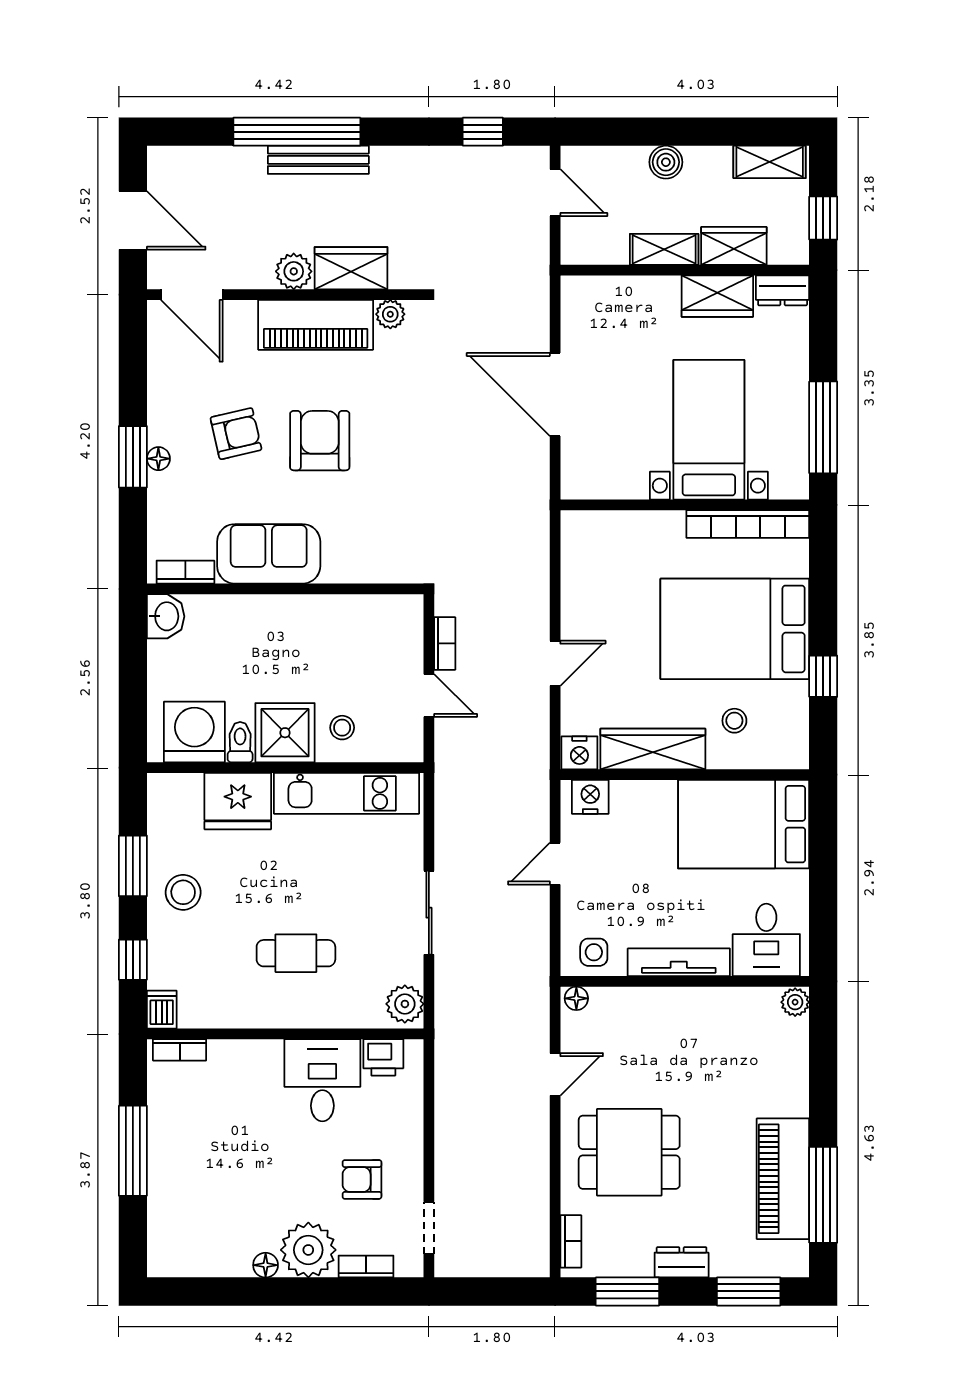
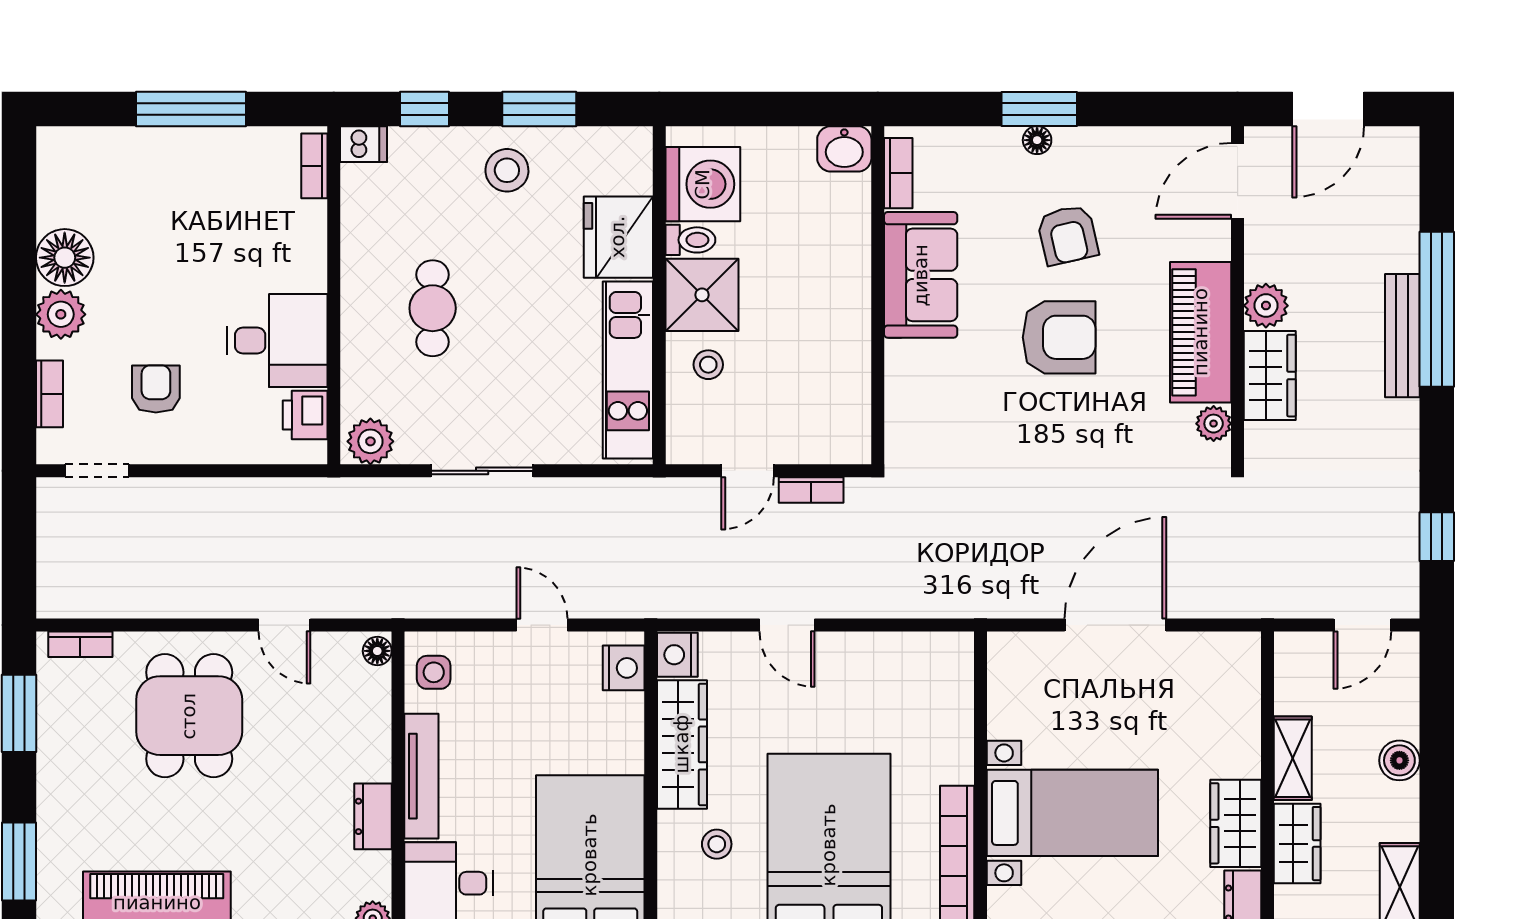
plant: (308, 1250) -> (61, 314), width x0.73, depth x0.73
dresser: (682, 1262) -> (373, 816), moved, turned 180
floor lamp: (266, 1265) -> (65, 258), width x1.89, depth x1.89

